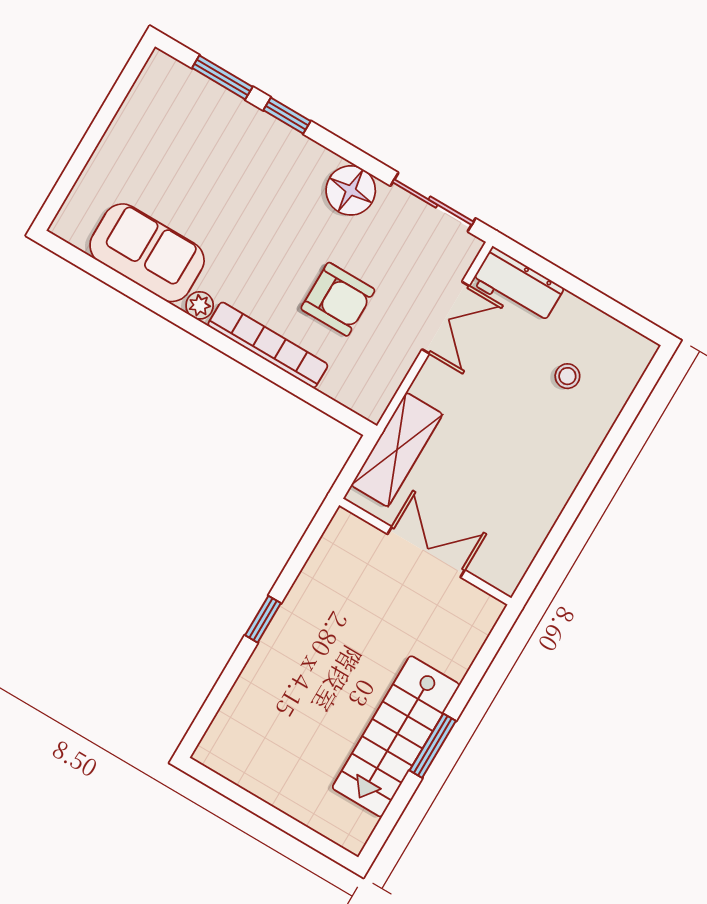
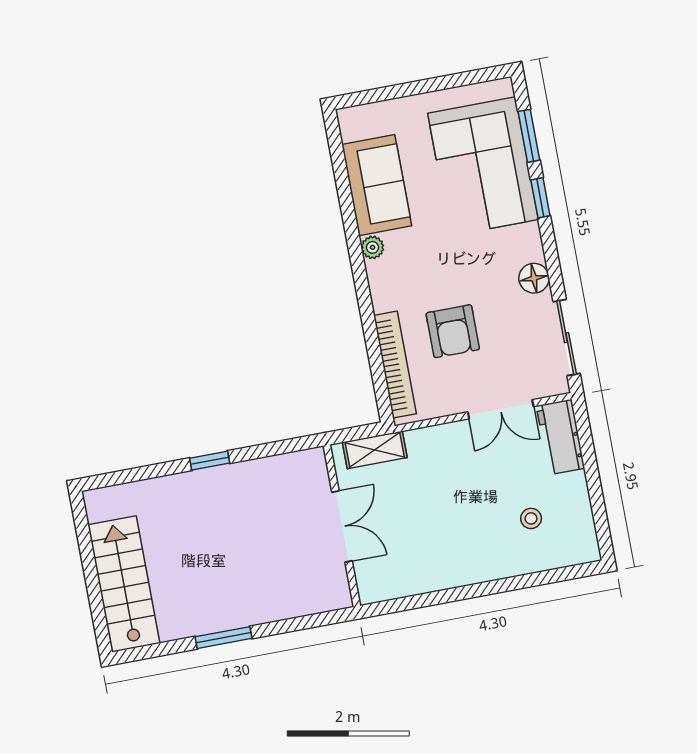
corner sofa: (214, 143) -> (483, 166), added
floor lamp: (351, 190) -> (534, 278), width x0.73, depth x0.73
bookcase: (268, 345) -> (395, 365), moved
shelving: (397, 450) -> (375, 450), width x0.67, depth x0.75
stairs: (396, 736) -> (124, 584), moved, turned 90

